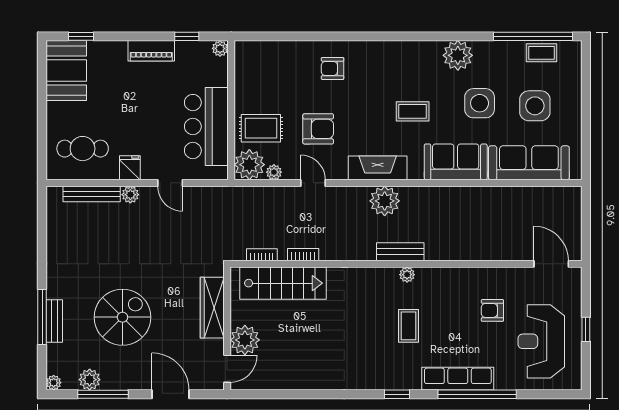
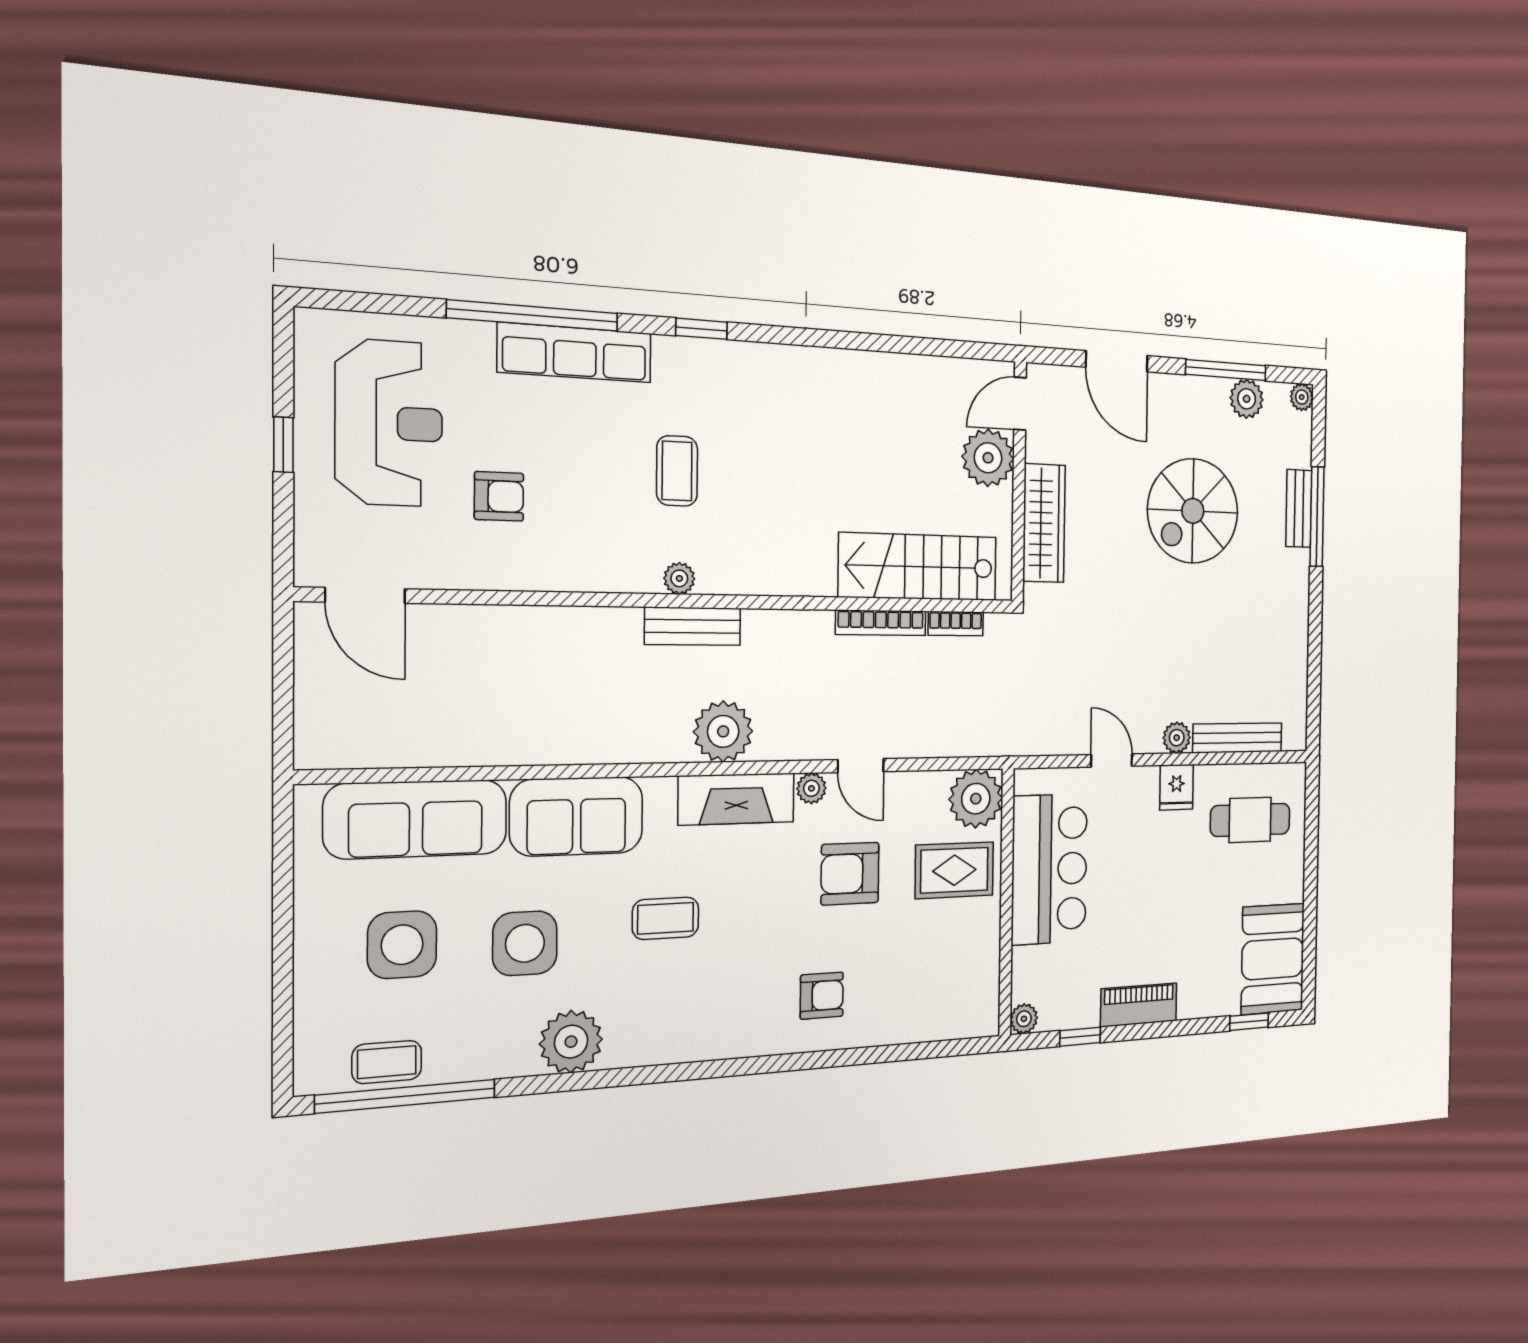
plant: (274, 172) -> (811, 788), moved
bookcase: (303, 255) -> (881, 623), width x1.56

